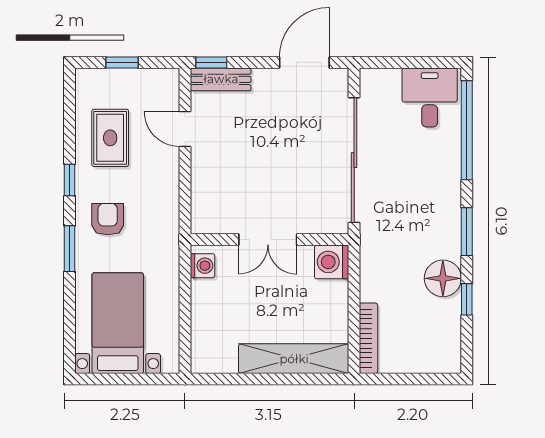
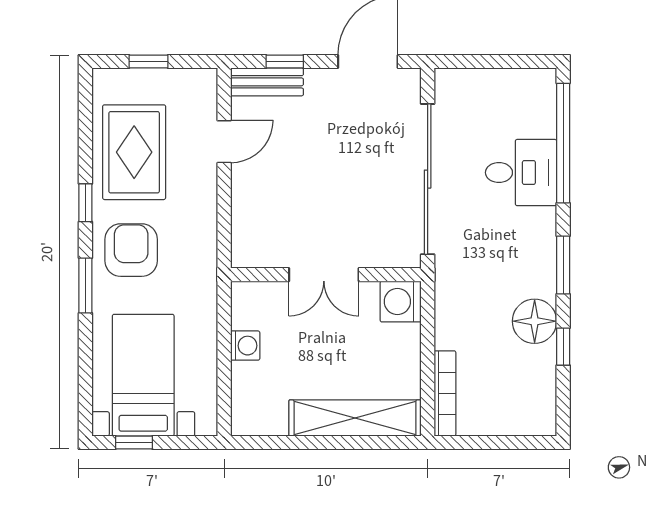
window: (211, 62) -> (285, 61), moved
desk: (430, 97) -> (521, 173), moved, turned 90
door: (185, 129) -> (224, 142), swing flipped
rug: (110, 138) -> (134, 152), width x1.36, depth x1.43
armchair: (108, 219) -> (131, 250), width x1.38, depth x1.38
washing machine: (202, 266) -> (245, 346), moved
window: (110, 379) -> (134, 442), added

